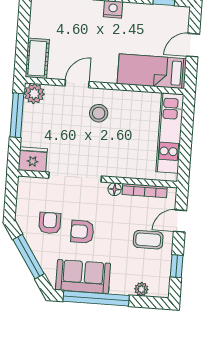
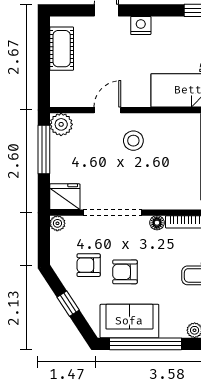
cot: (37, 58) -> (62, 49), moved
plant: (24, 183) -> (57, 223), added
armchair: (50, 223) -> (89, 265), turned -90
window: (29, 257) -> (68, 304), width x0.46

